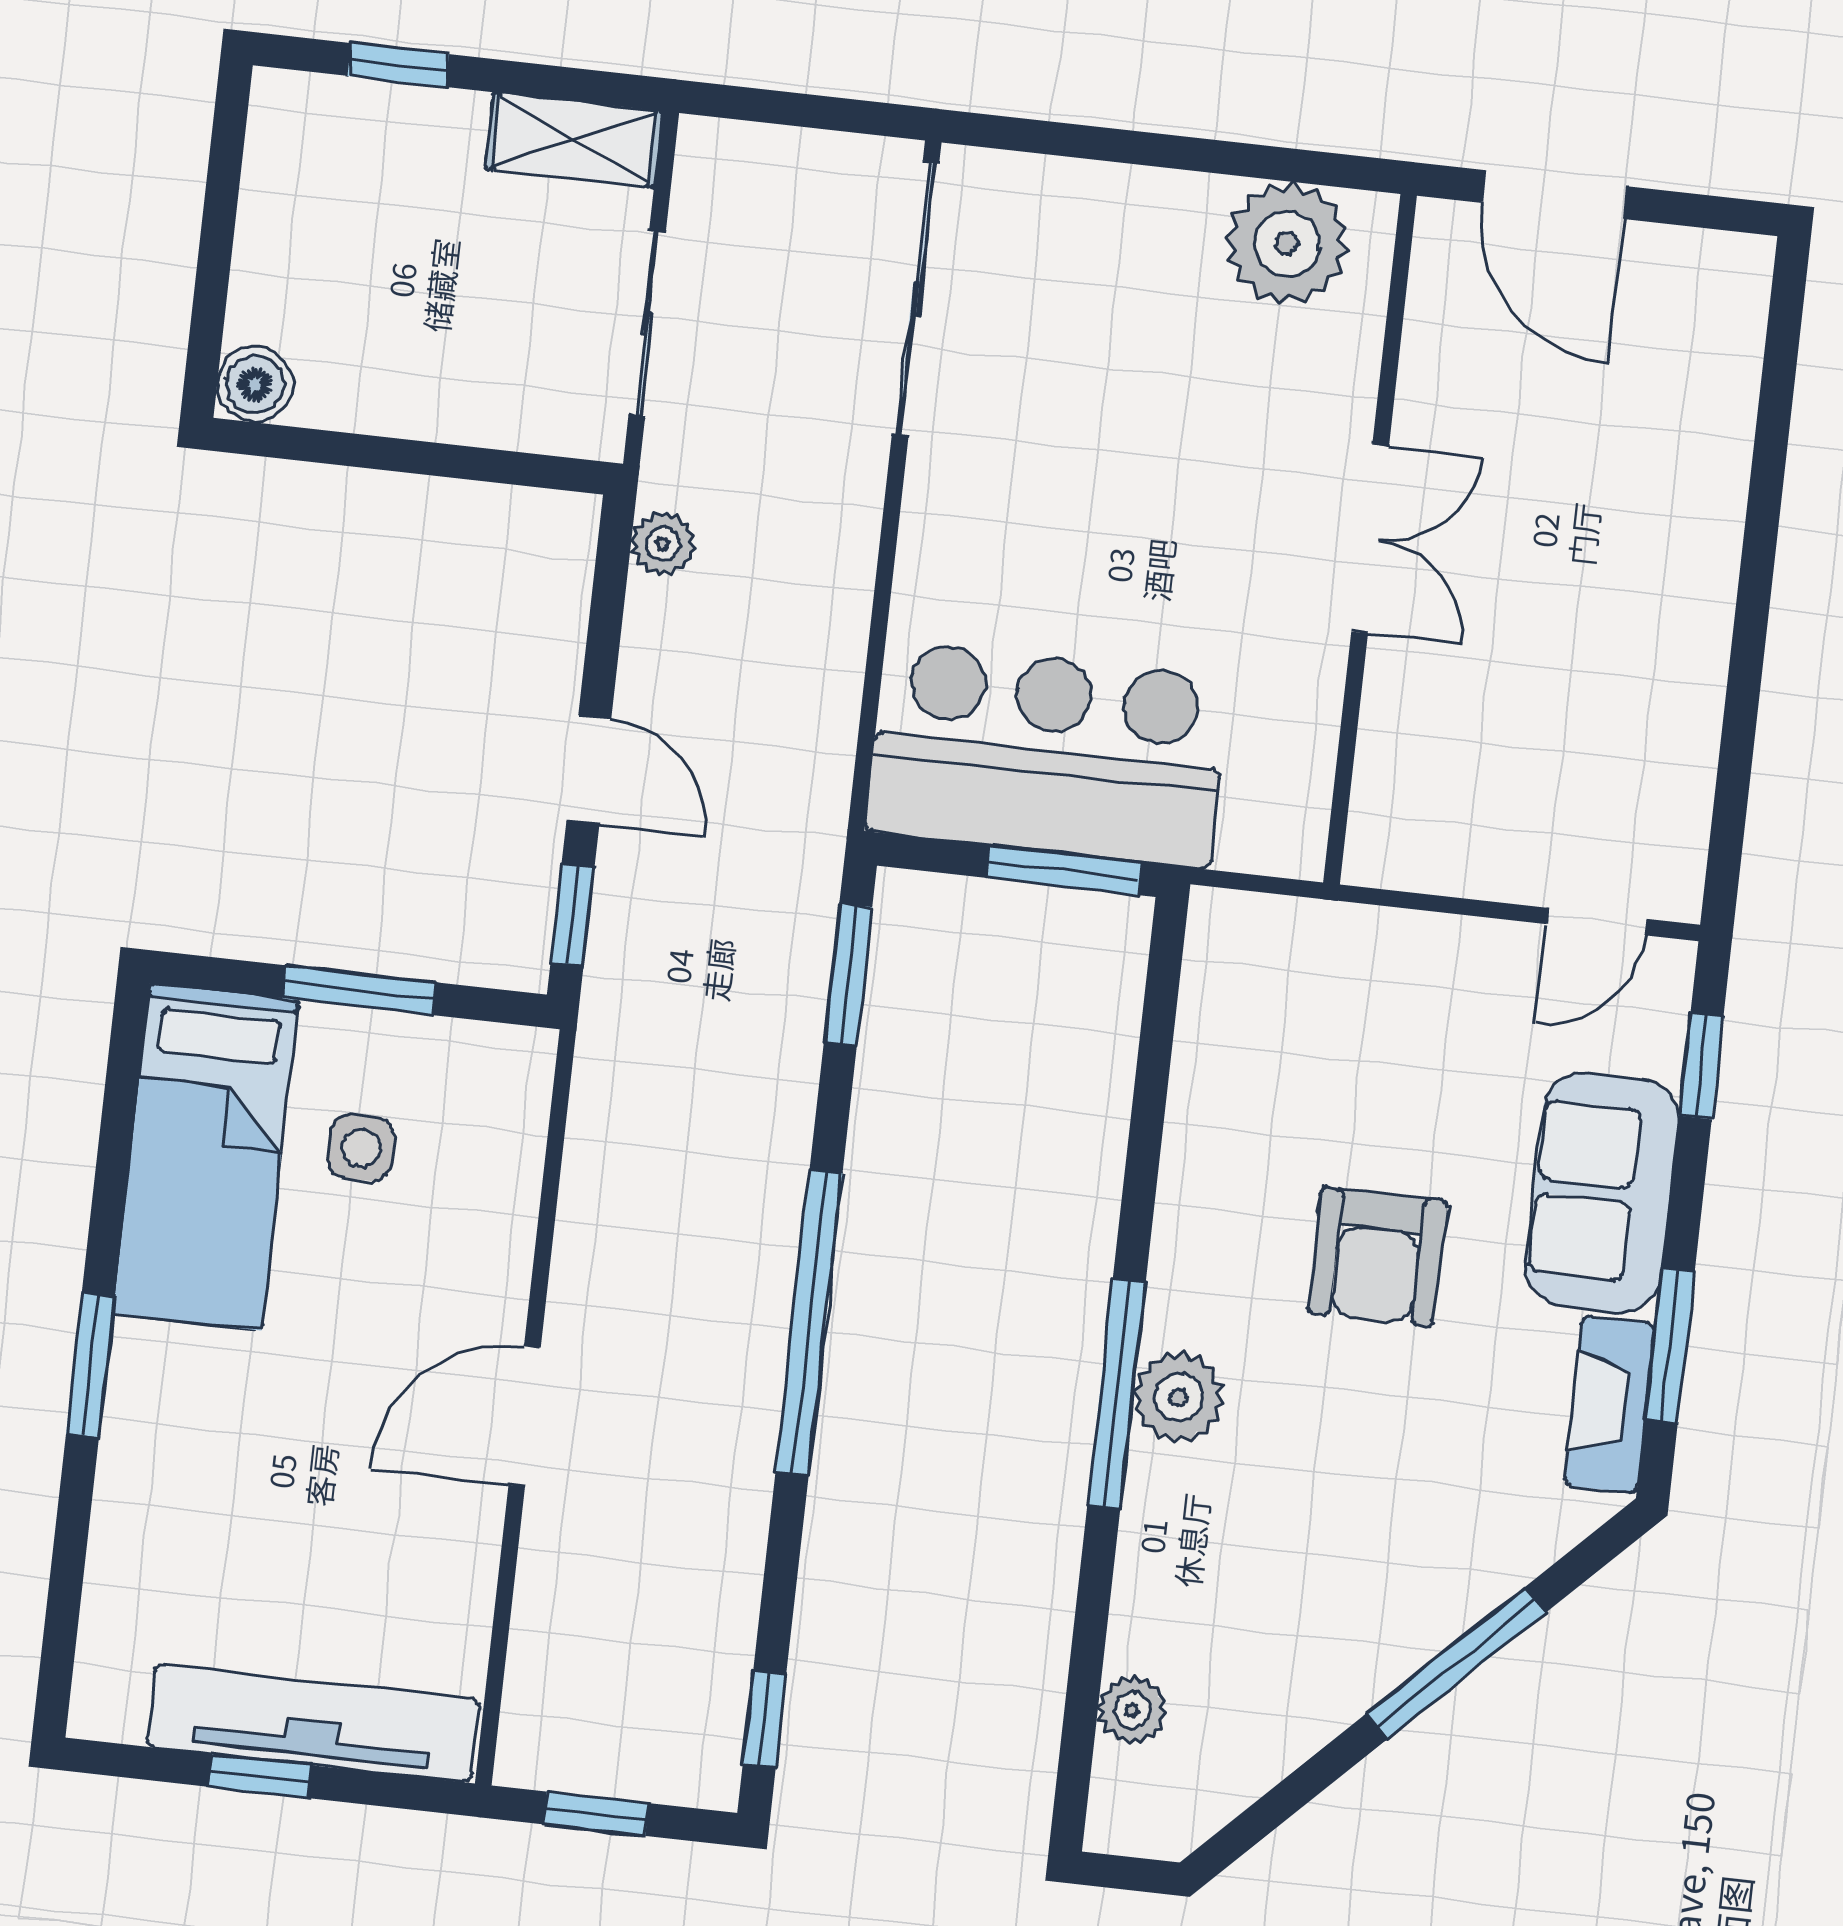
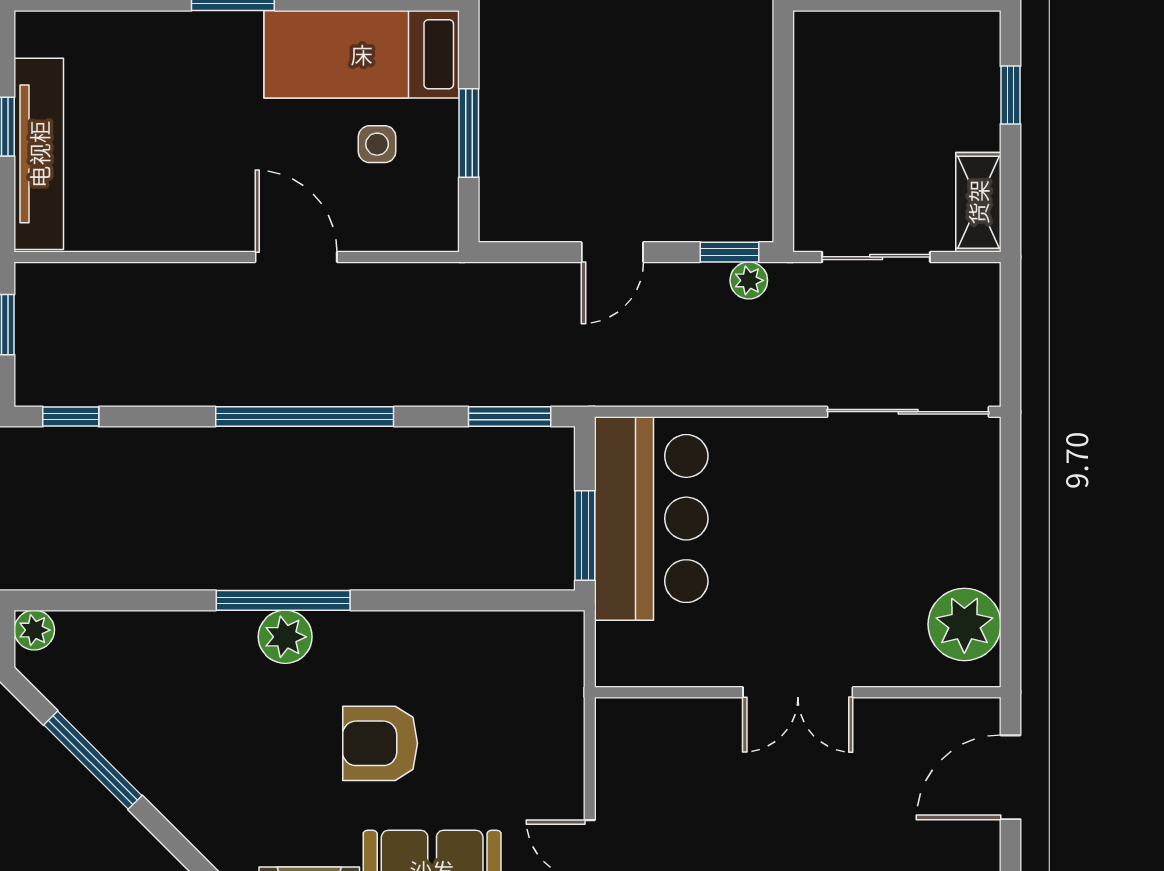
boiler: (255, 384) -> (815, 33), removed
window: (573, 915) -> (730, 252), moved
door: (525, 1416) -> (296, 257), moved
window: (1456, 1663) -> (93, 760), moved
plant: (1132, 1710) -> (34, 630), moved

